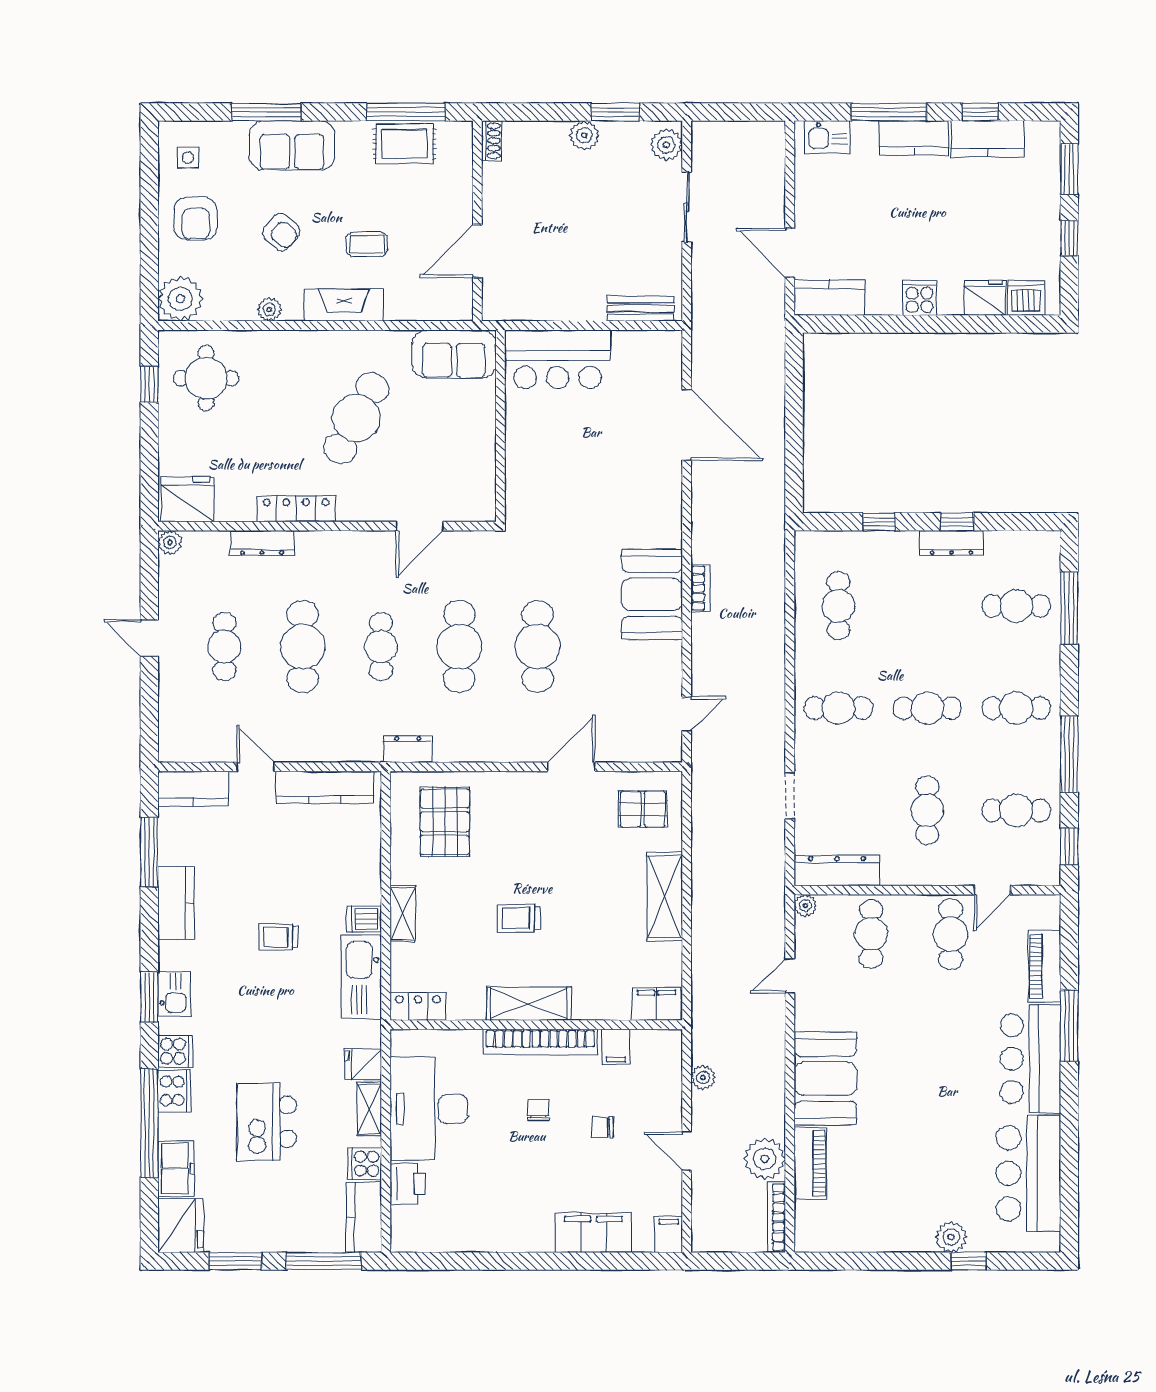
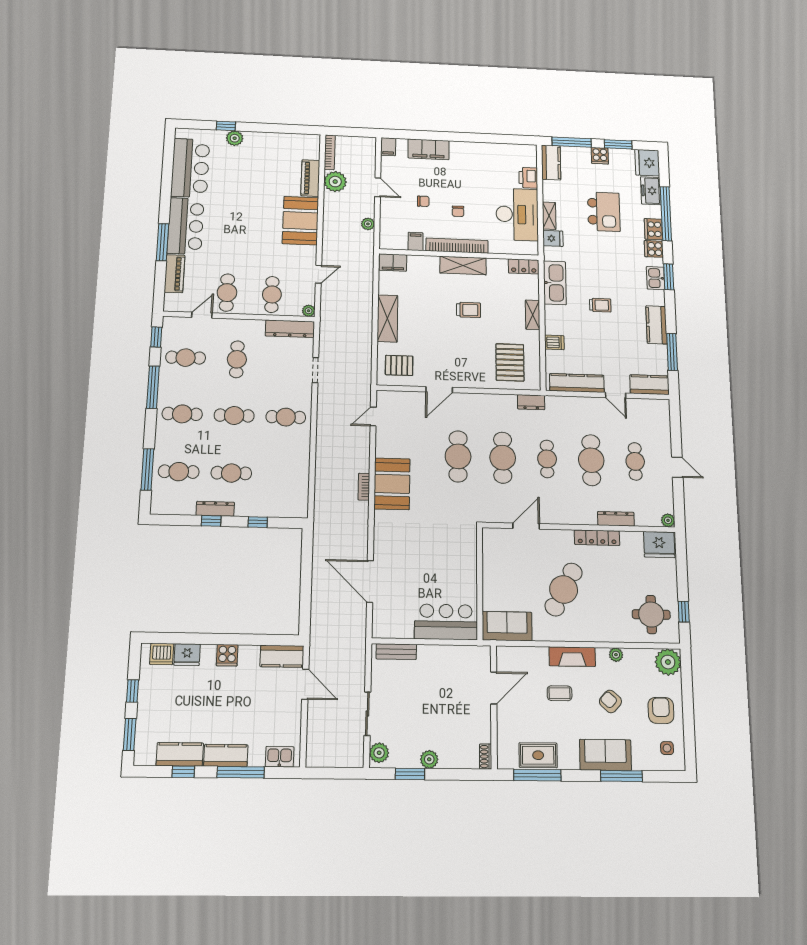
cafe table: (838, 606) -> (231, 473), moved, turned 90
dishwasher: (364, 919) -> (554, 342), moved
cooker: (365, 1164) -> (600, 156), moved, turned 90

